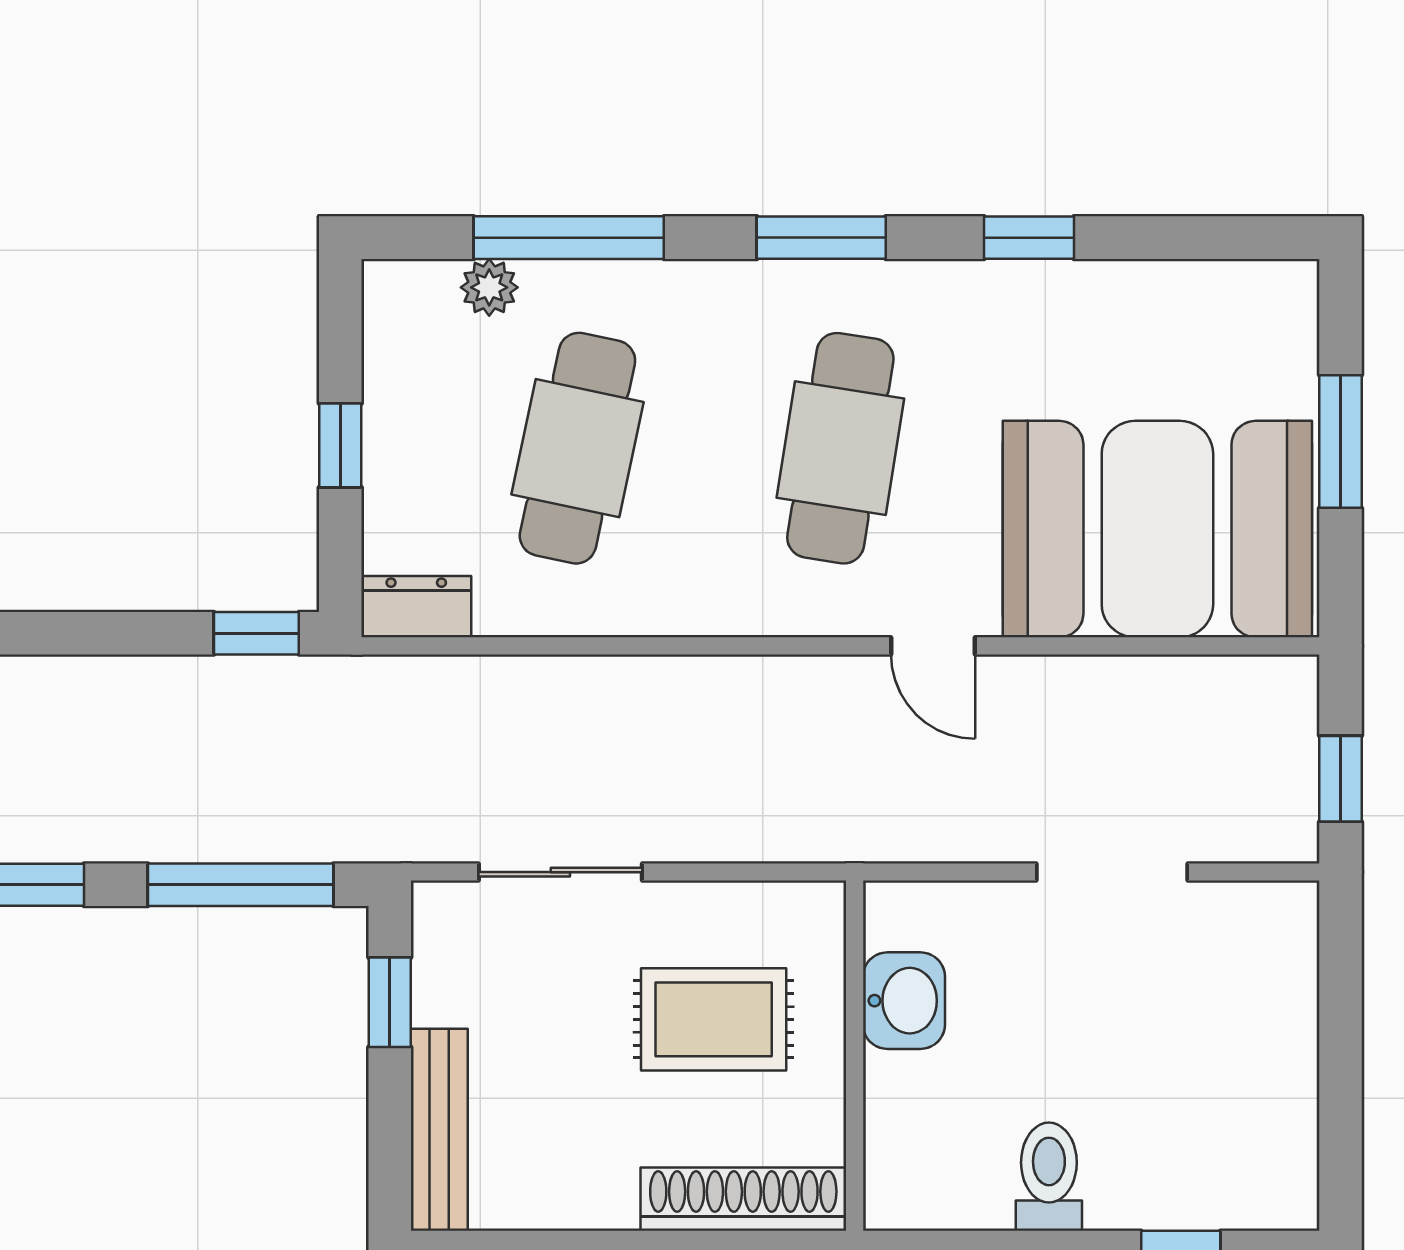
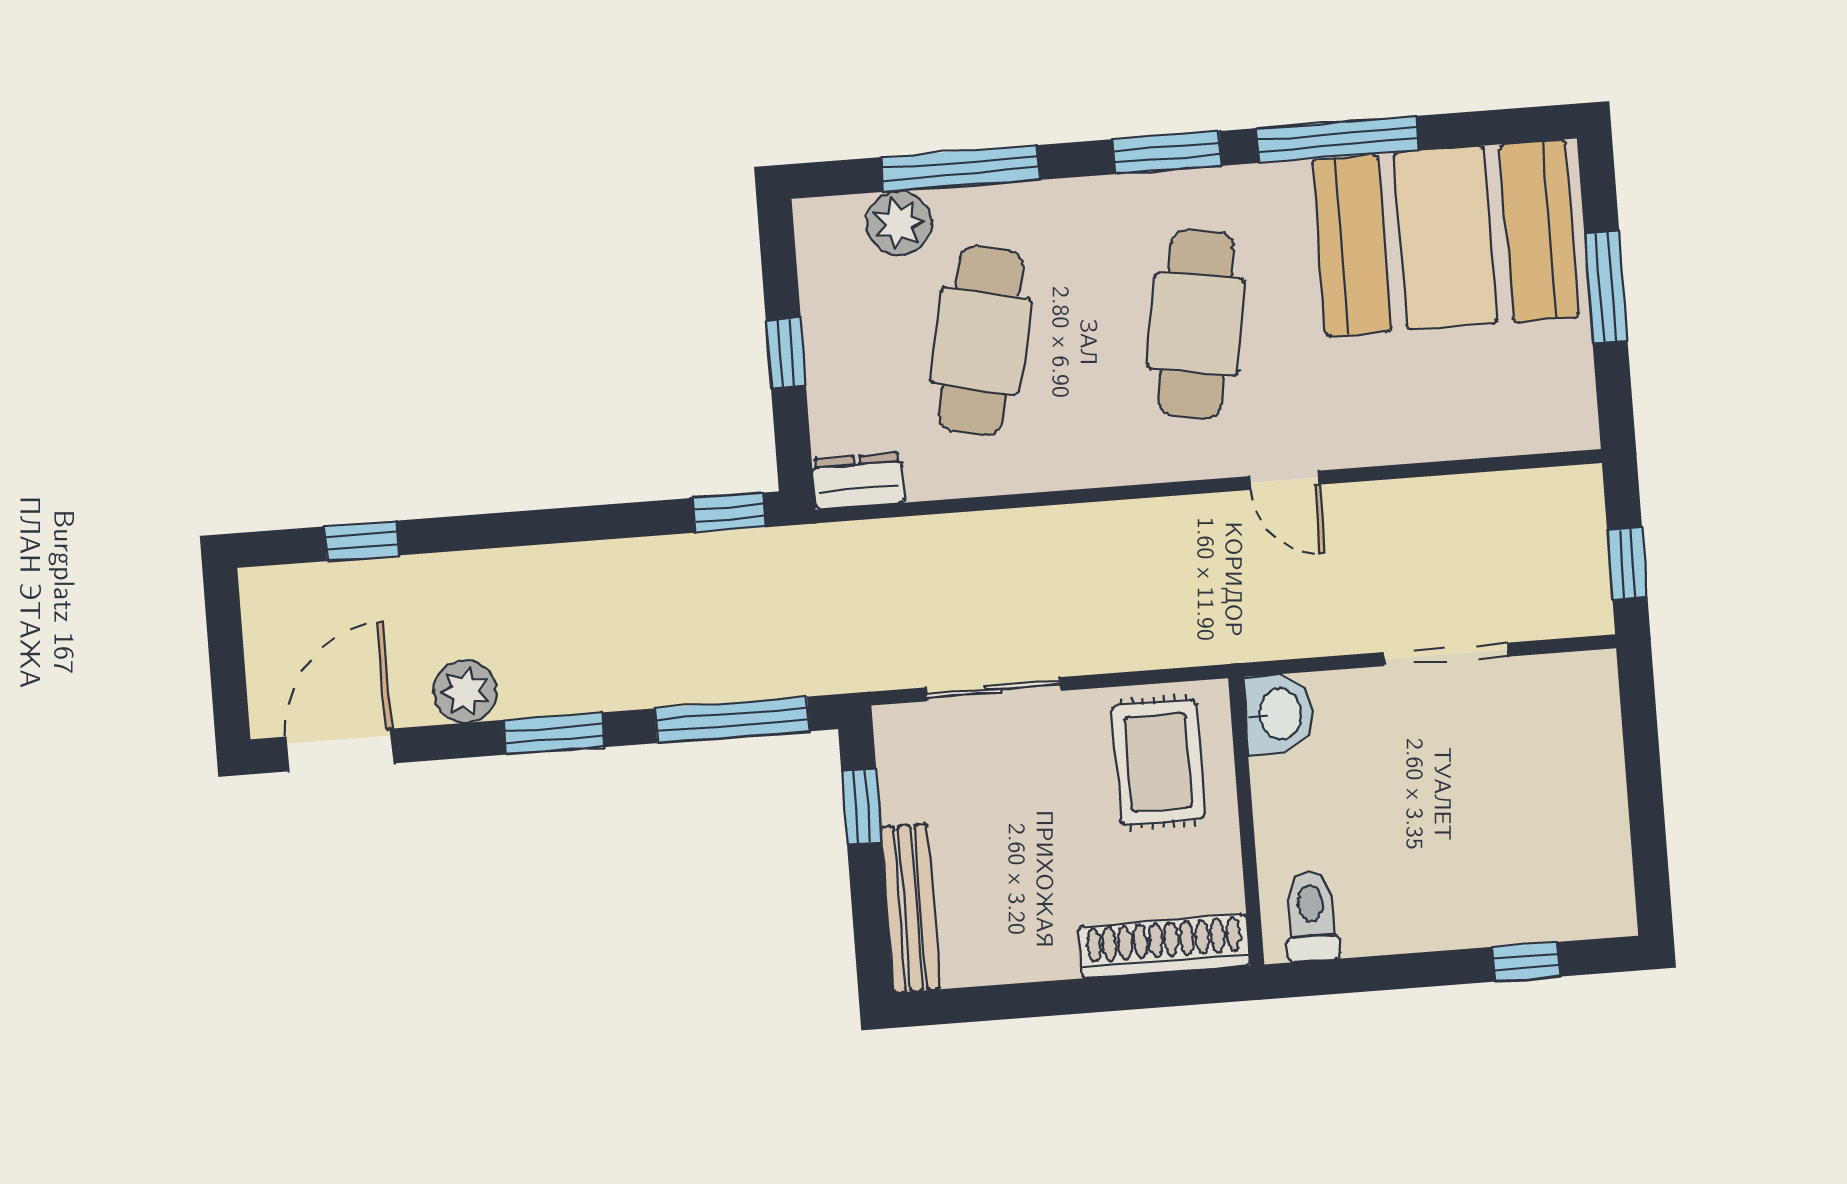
window: (1029, 238) -> (1338, 139), width x2.17
plant: (489, 287) -> (899, 223), width x1.38, depth x1.38
booth: (1157, 529) -> (1446, 238), moved
washbasin: (904, 1001) -> (1279, 714), moved
rug: (714, 1019) -> (1158, 762), moved, turned 90
toilet: (1049, 1177) -> (1311, 916), moved

